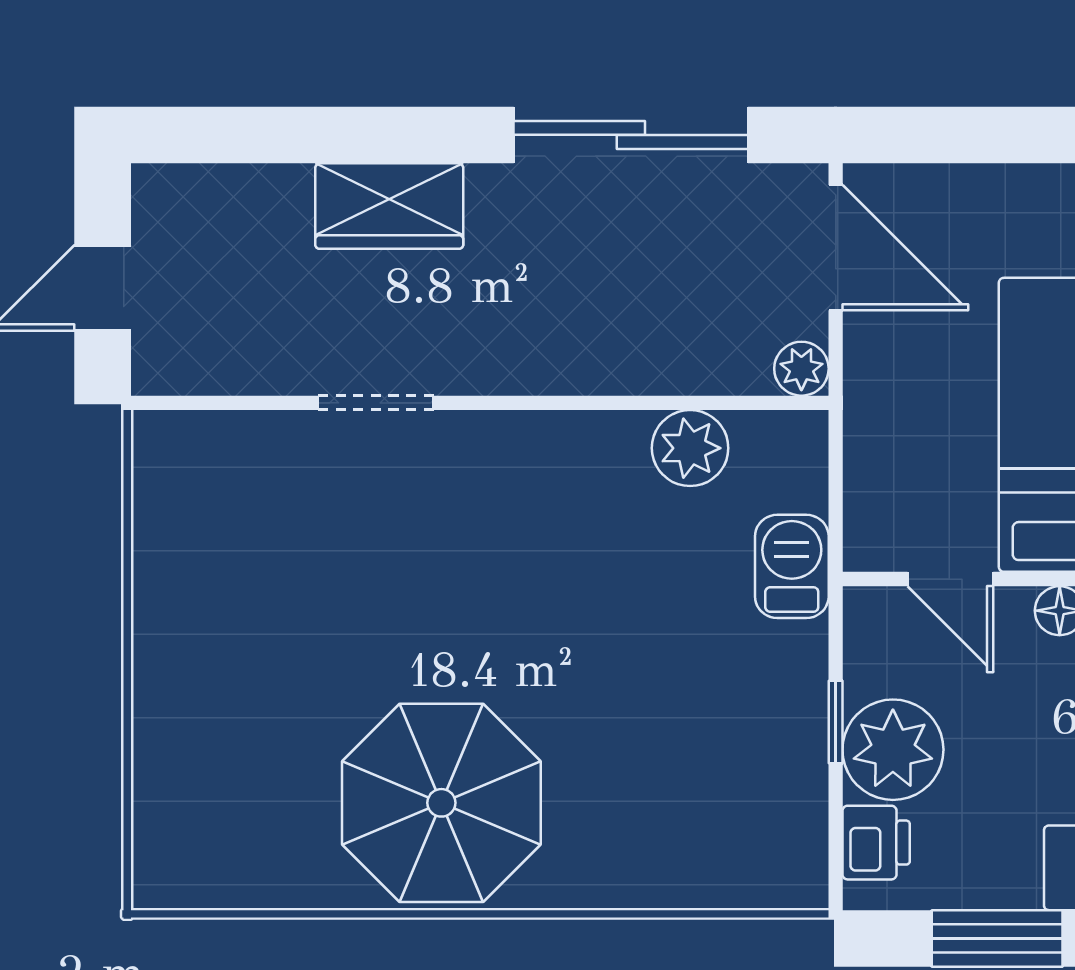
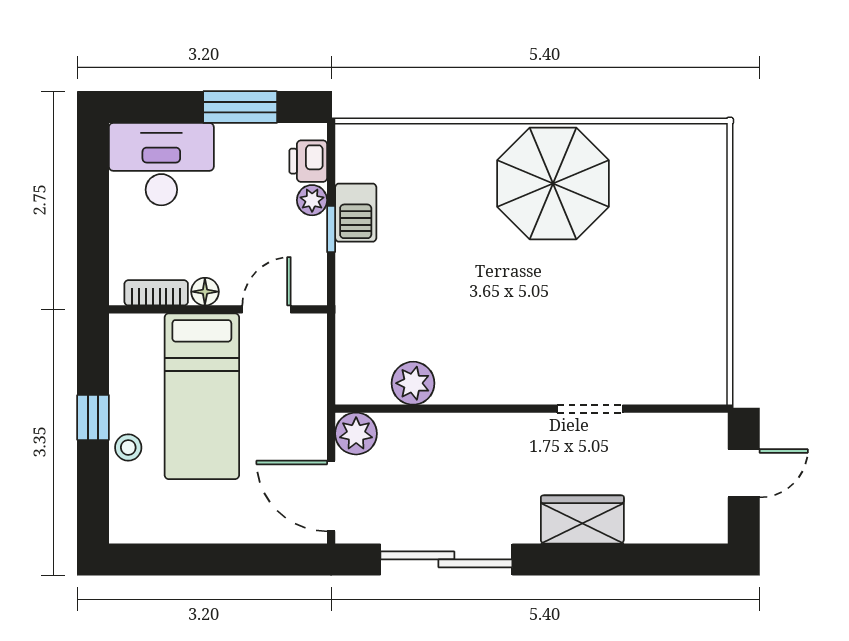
plant: (801, 369) -> (356, 434), width x1.38, depth x1.38
barbecue: (792, 566) -> (356, 213), moved
door: (950, 579) -> (267, 309), hinge flipped
plant: (893, 750) -> (312, 200), width x0.53, depth x0.53

